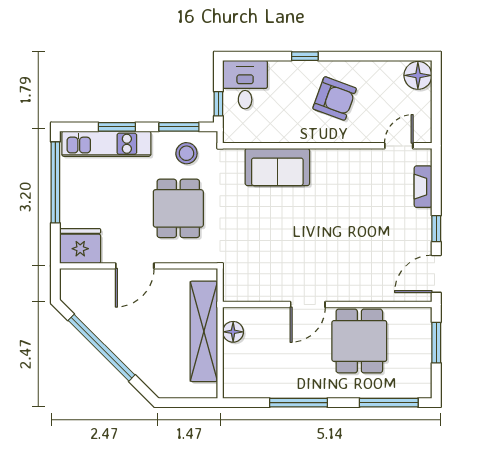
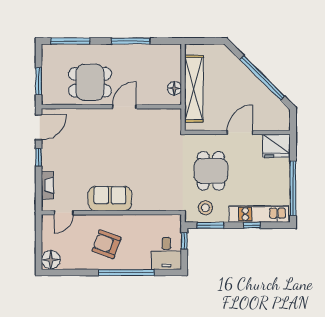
window: (305, 56) -> (126, 273), width x3.17
window: (117, 127) -> (252, 225), width x0.67
sofa: (277, 167) -> (110, 199), moved
dining table: (359, 341) -> (90, 82), turned 90

